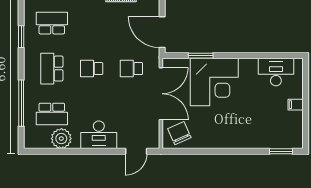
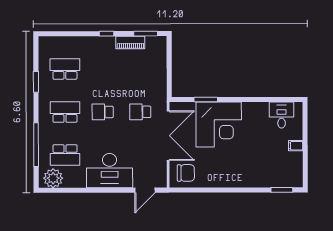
door: (162, 32) -> (169, 77), removed
school desk: (52, 69) -> (65, 112), turned 90
desk: (276, 72) -> (282, 115), width x0.73
chair: (179, 133) -> (186, 173), turned 114
desk: (99, 135) -> (110, 171), width x1.36, depth x1.30
plant: (61, 139) -> (53, 178), moved

